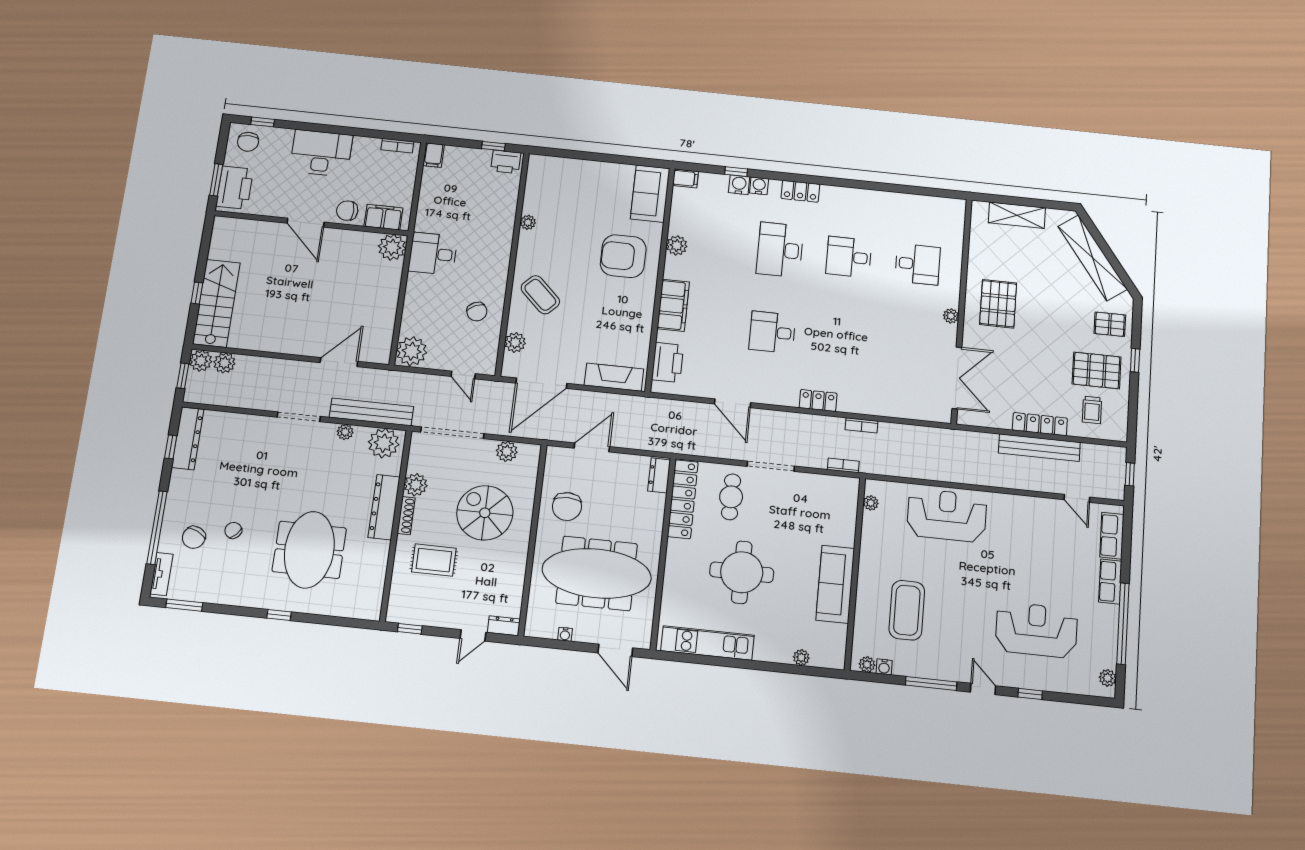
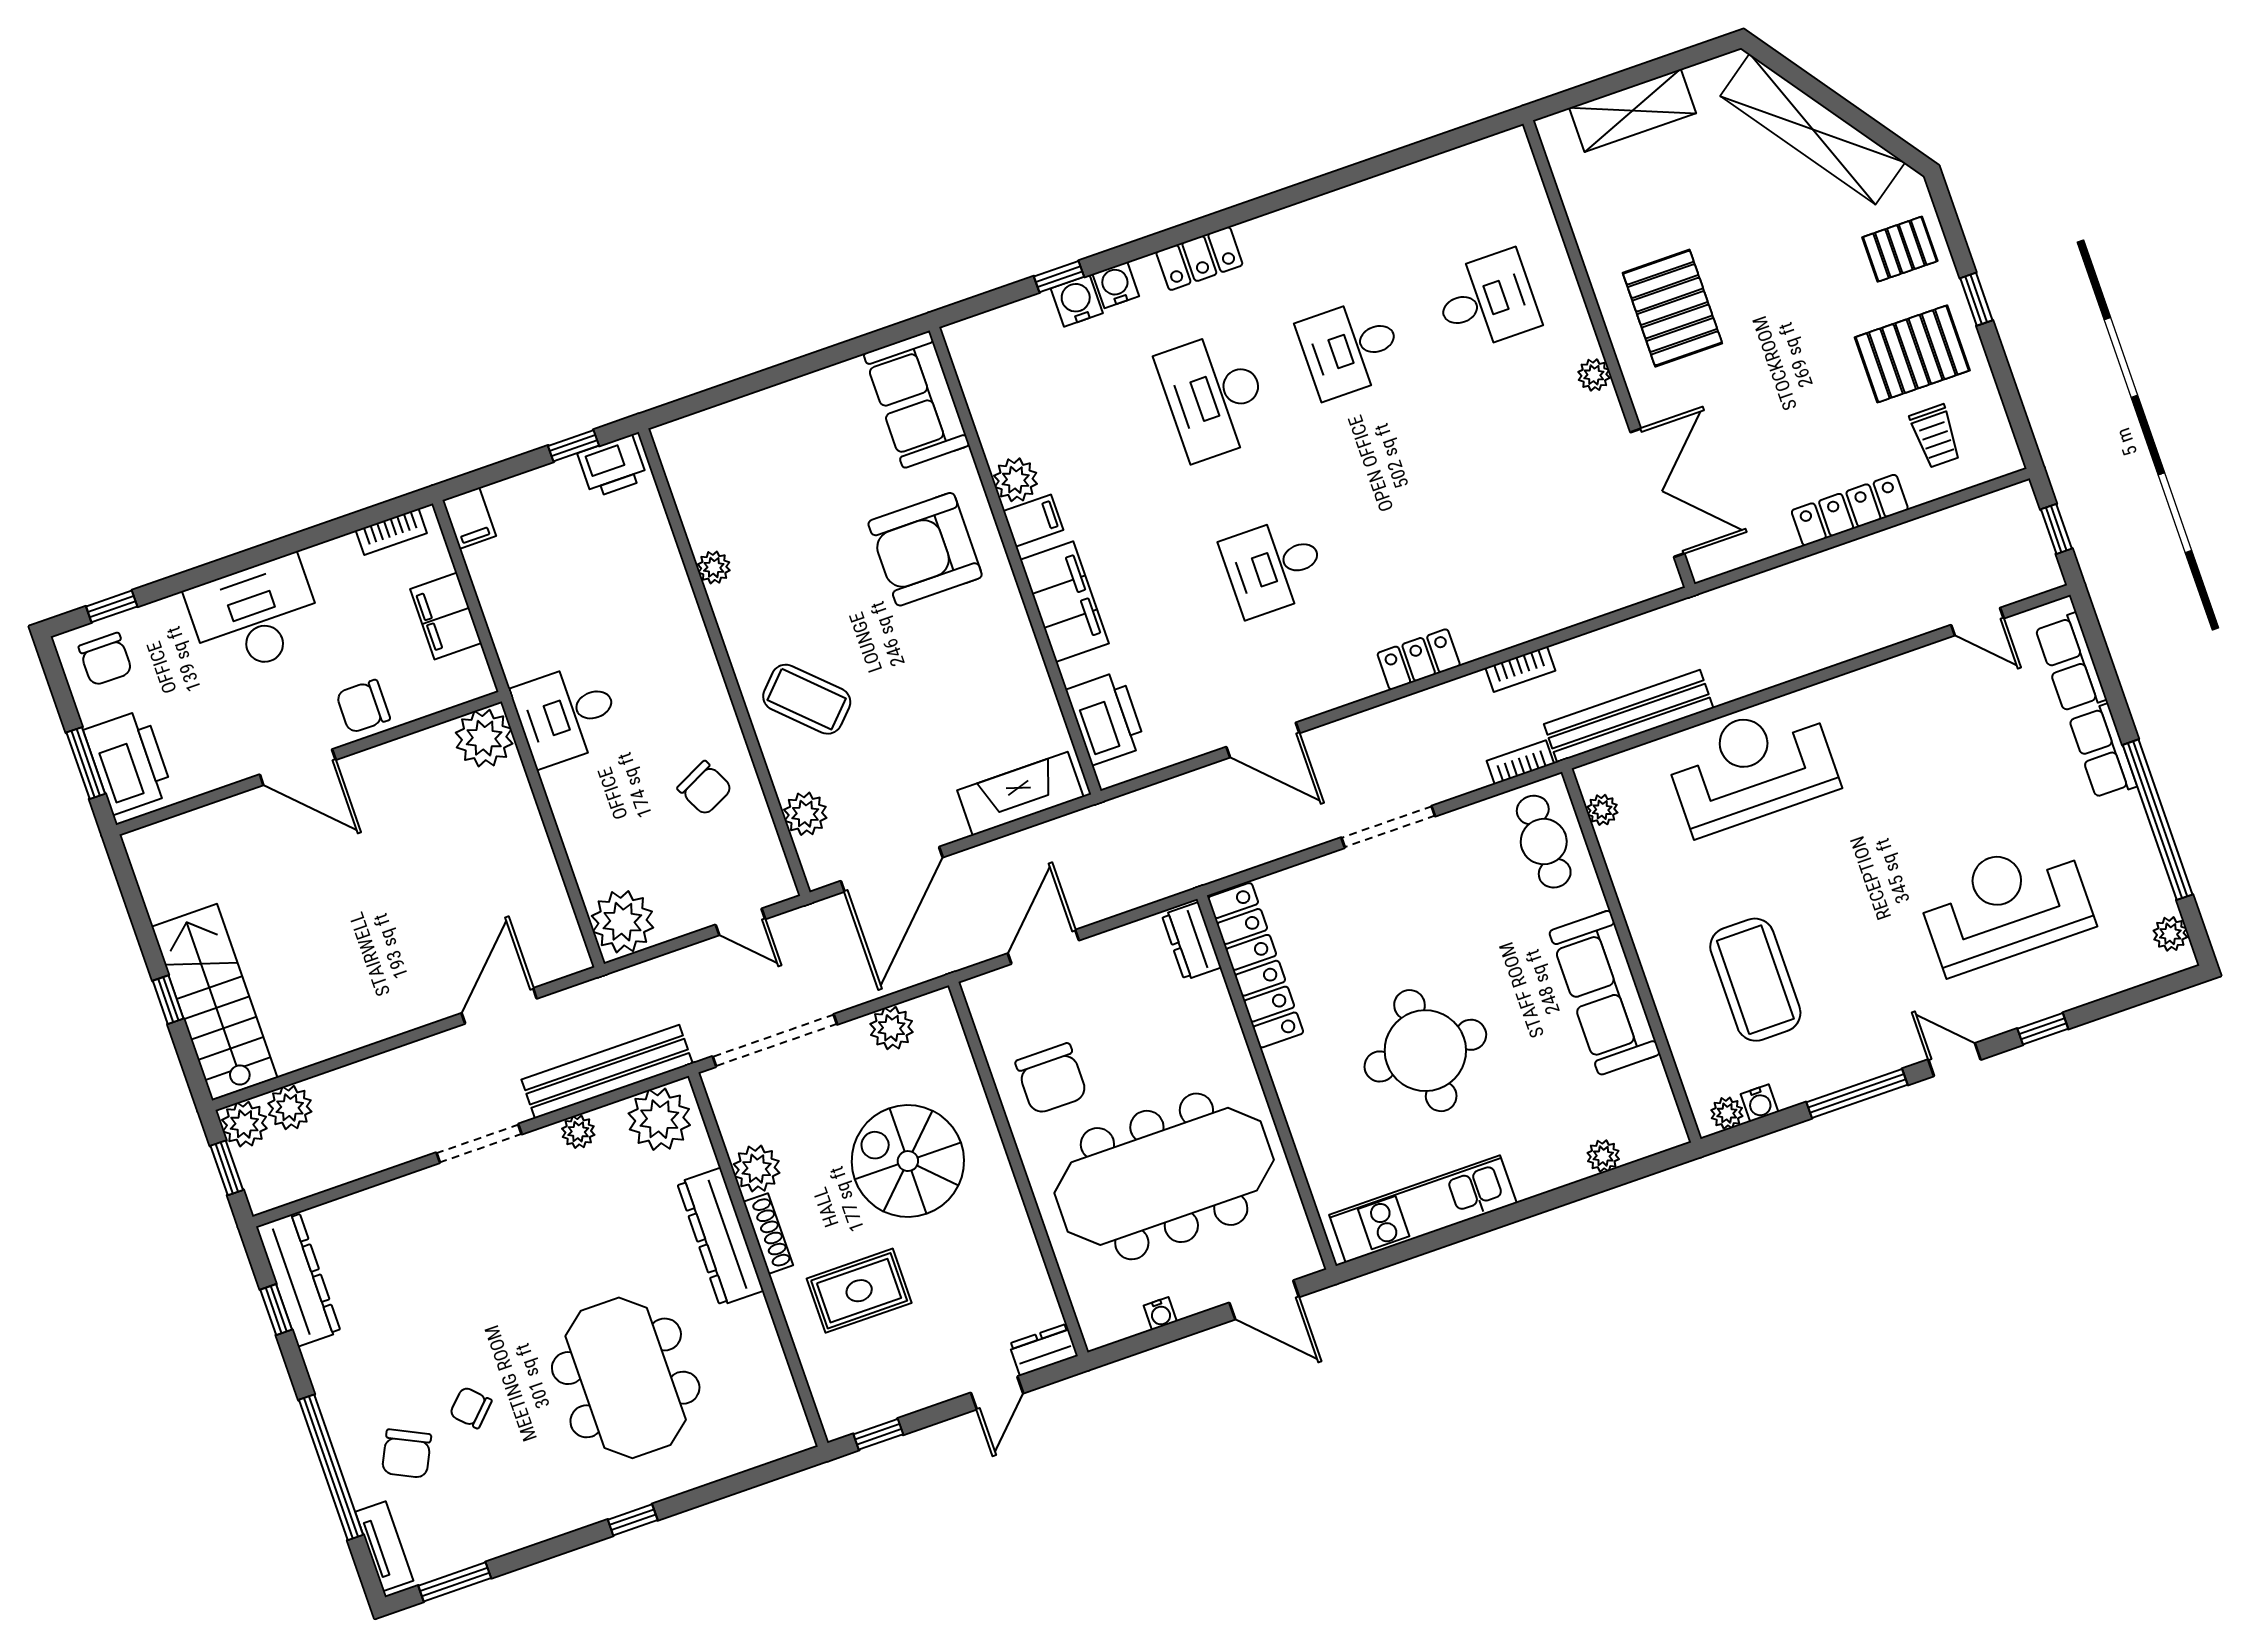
filing cabinet: (685, 178) -> (1033, 521), moved
filing cabinet: (383, 217) -> (446, 616), moved, turned -90
bench: (1039, 448) -> (1629, 716), moved
cafe table: (731, 497) -> (1544, 842), moved

